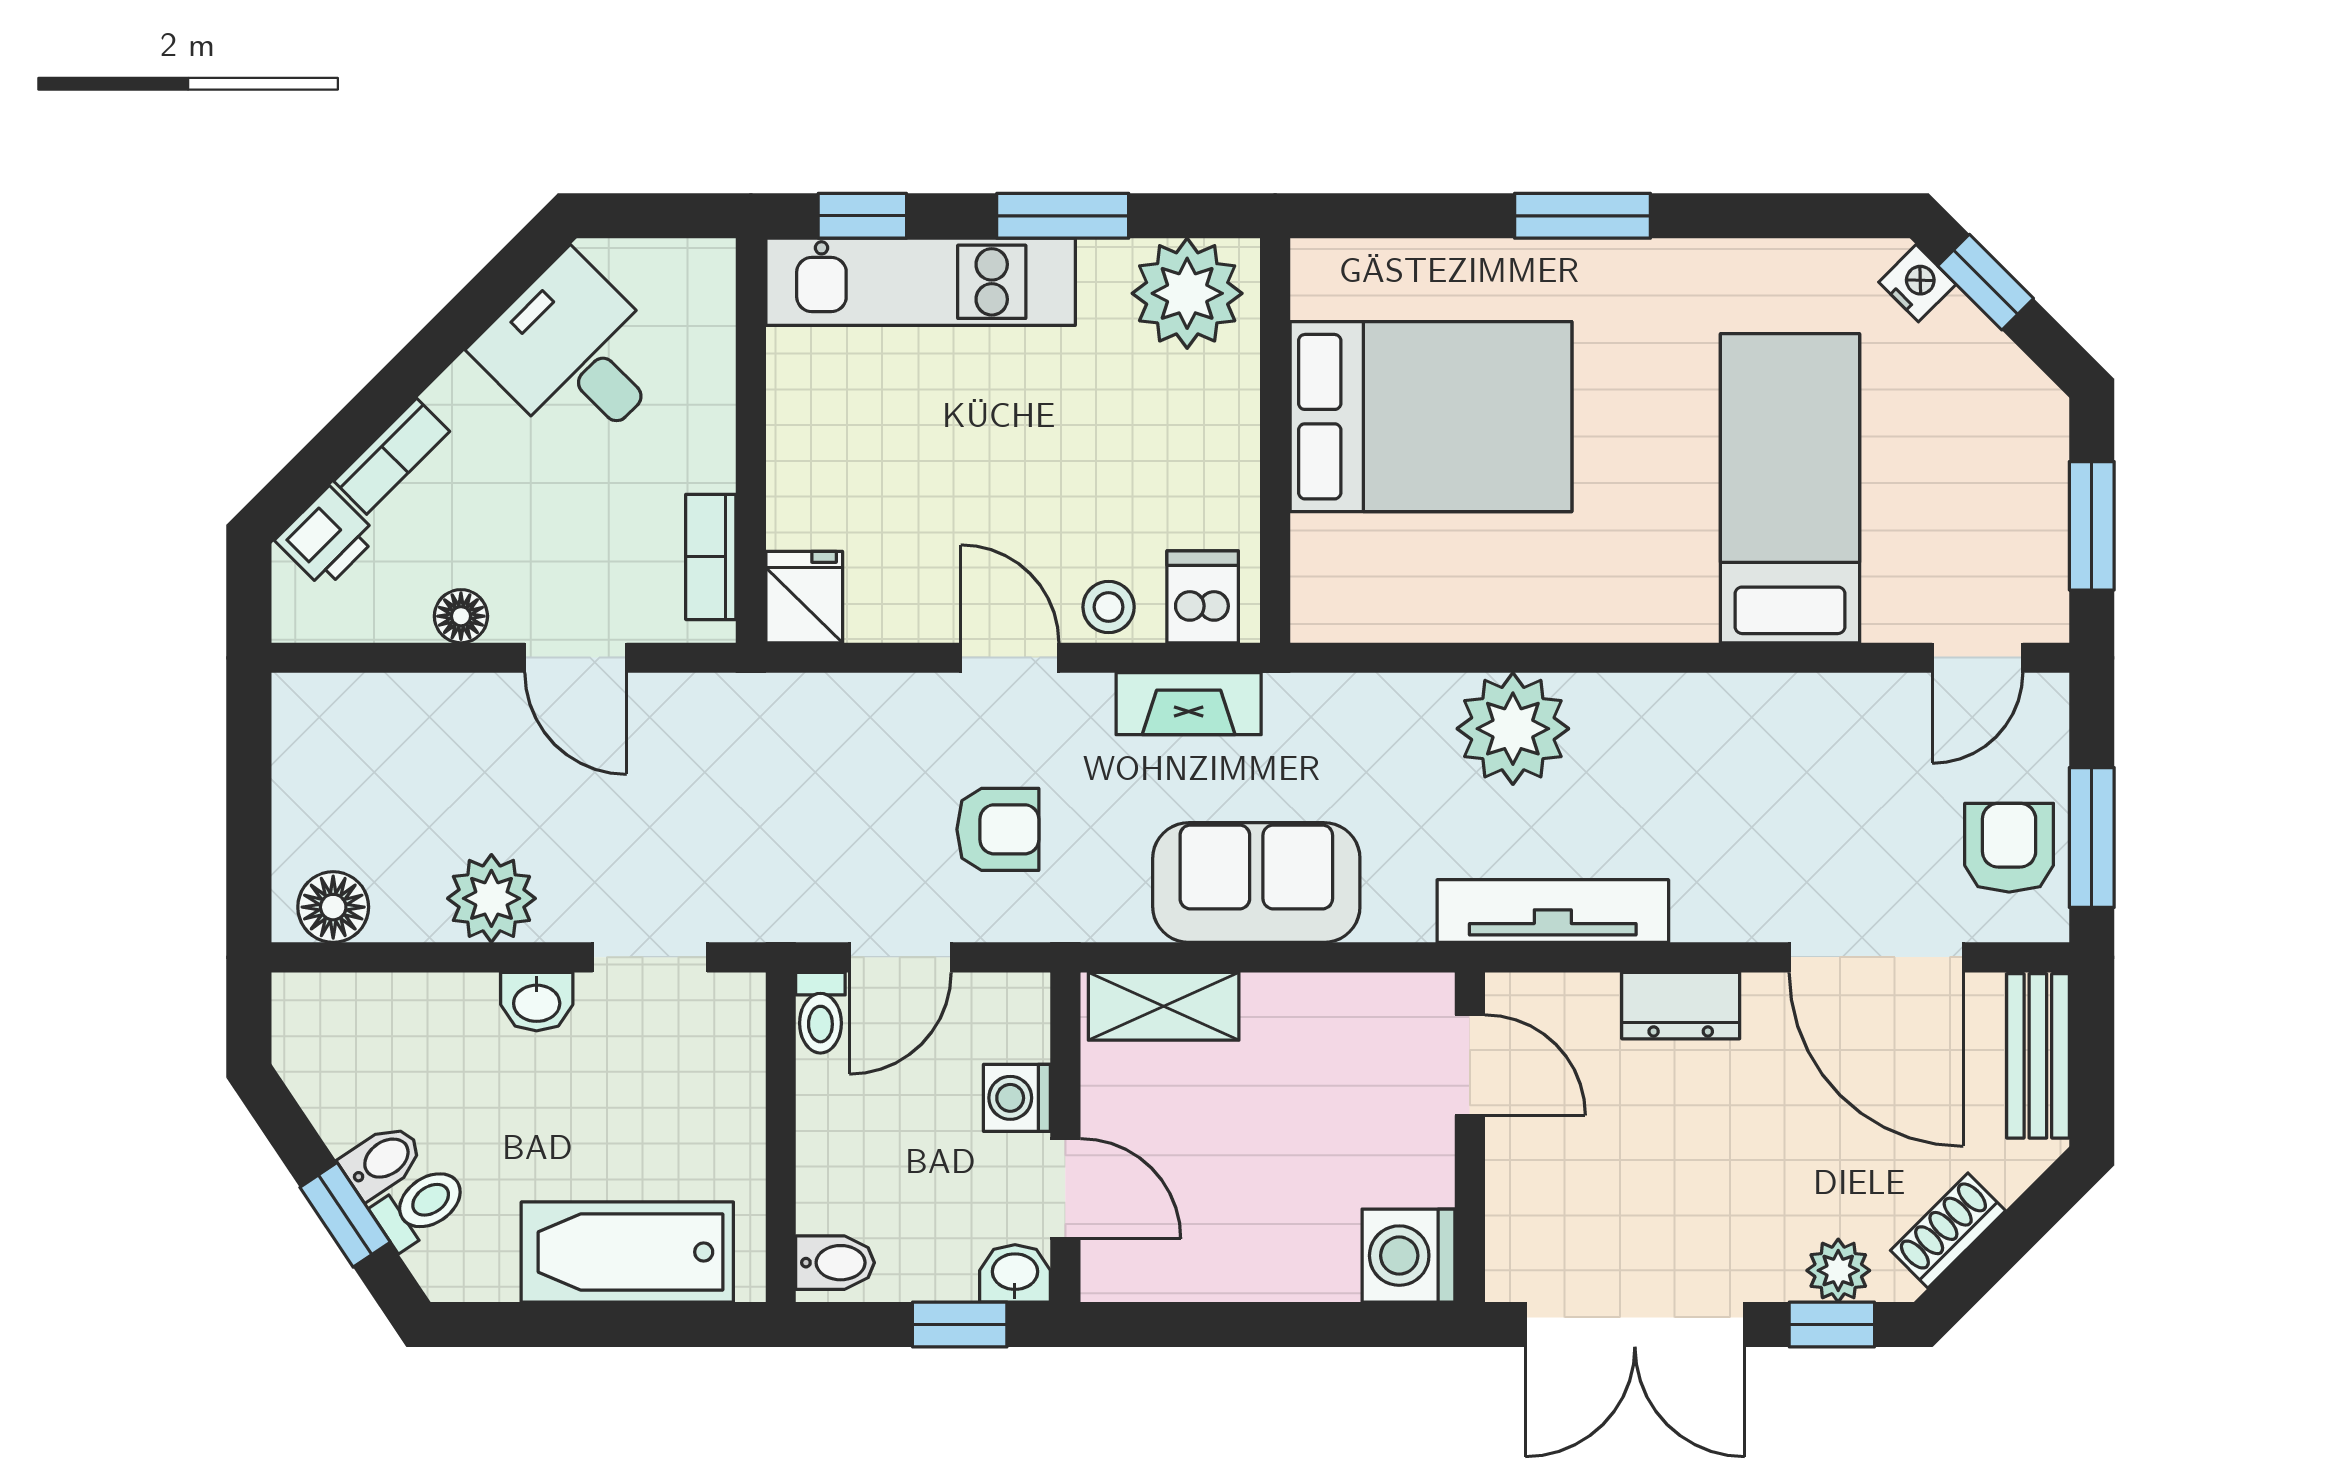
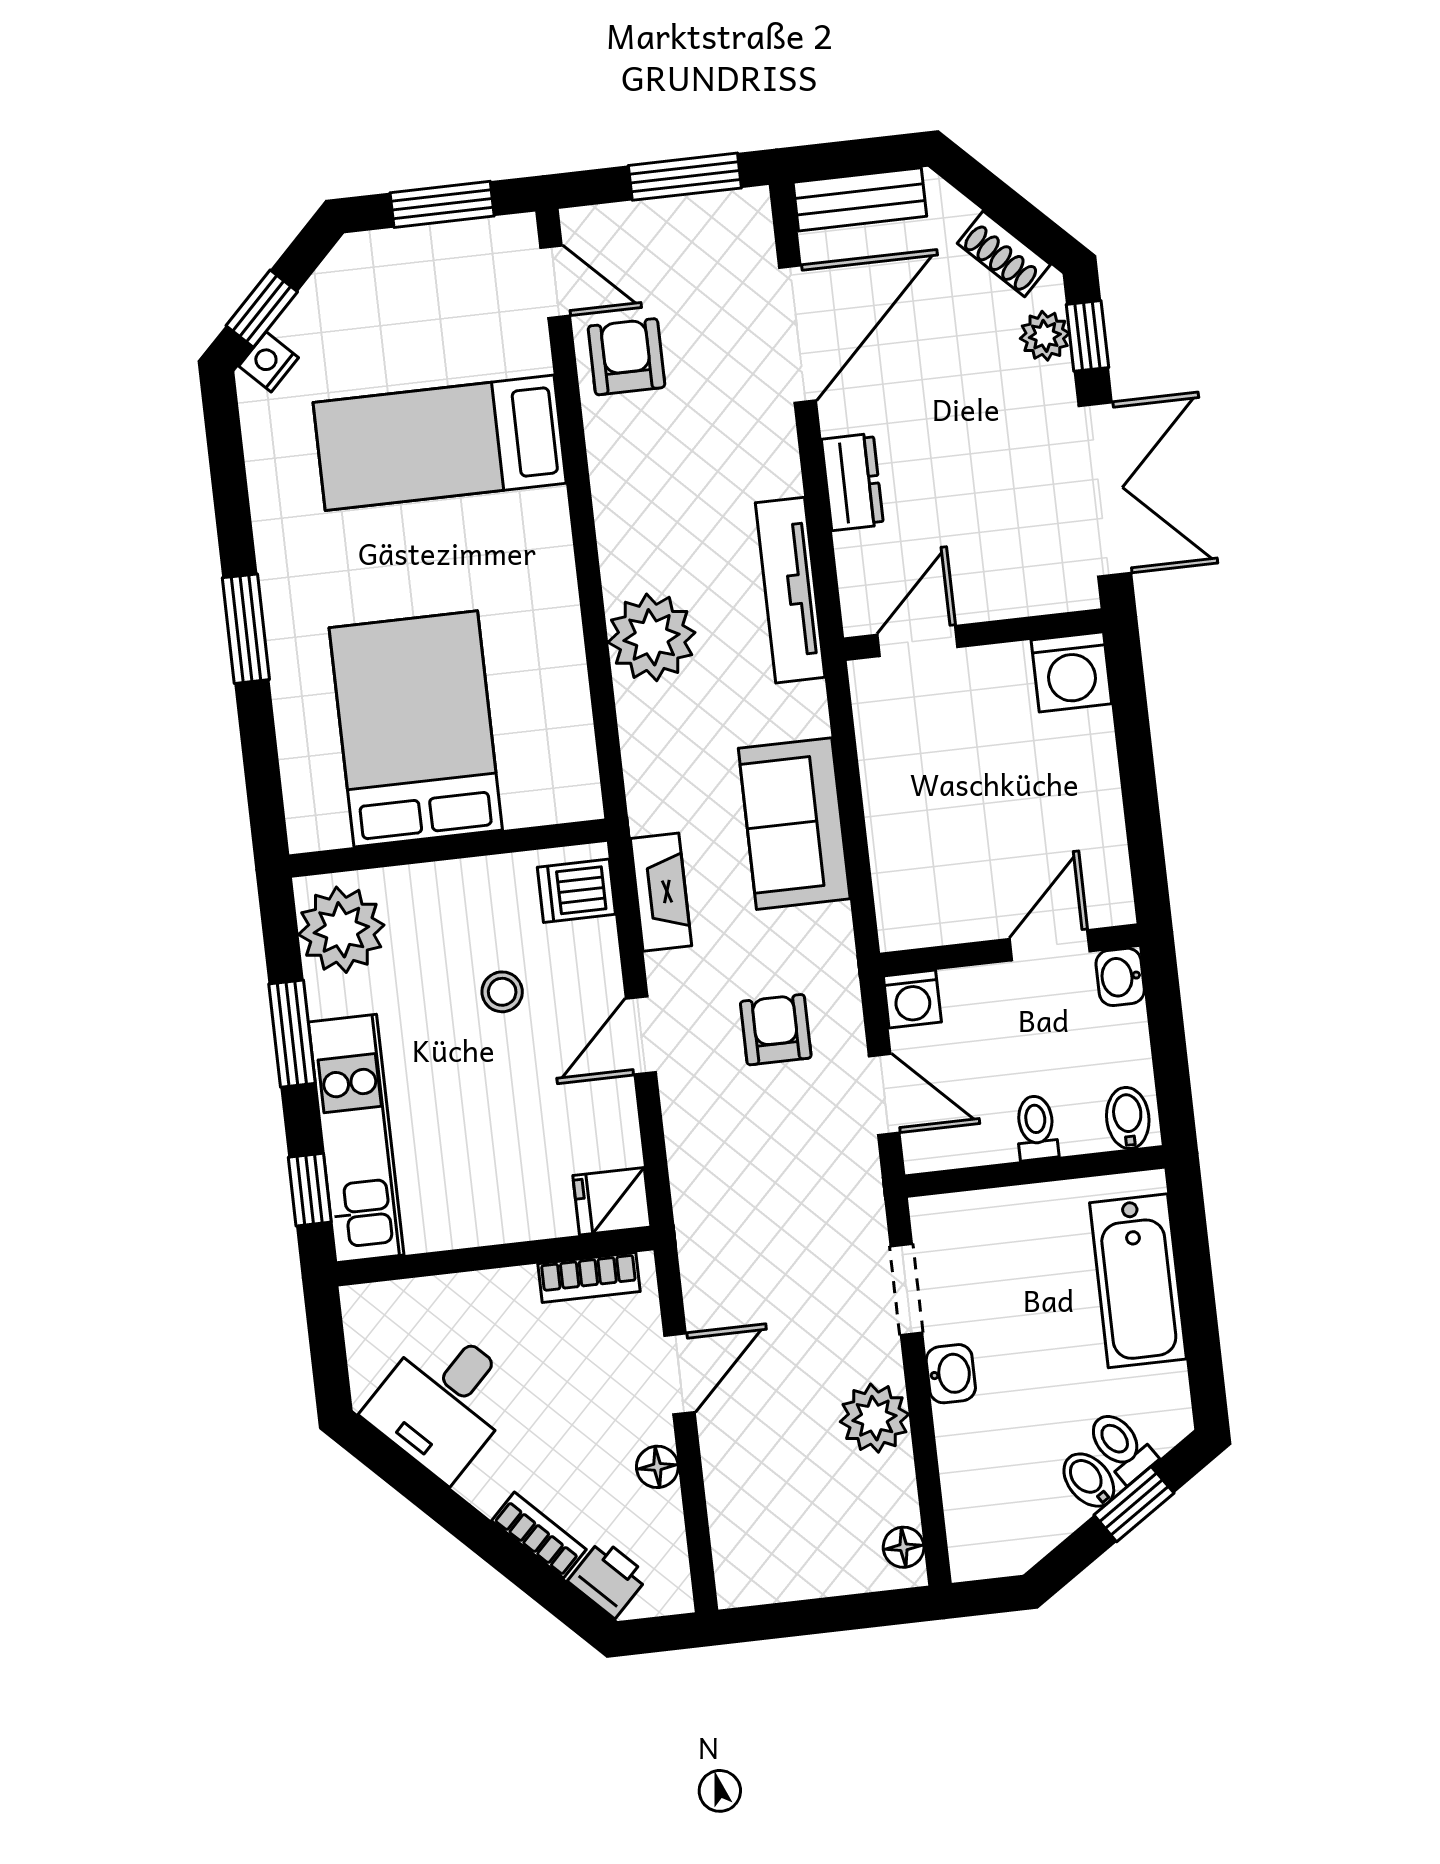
stool: (1109, 607) -> (502, 992), moved
armchair: (2009, 848) -> (626, 357), moved, turned 90
floor lamp: (333, 907) -> (904, 1547), width x0.73, depth x0.73
shelving: (1164, 1006) -> (899, 885), removed
toilet: (820, 1013) -> (1036, 1128), moved, turned -90
washing machine: (1017, 1098) -> (912, 999), moved
window: (960, 1325) -> (1165, 1015), removed

